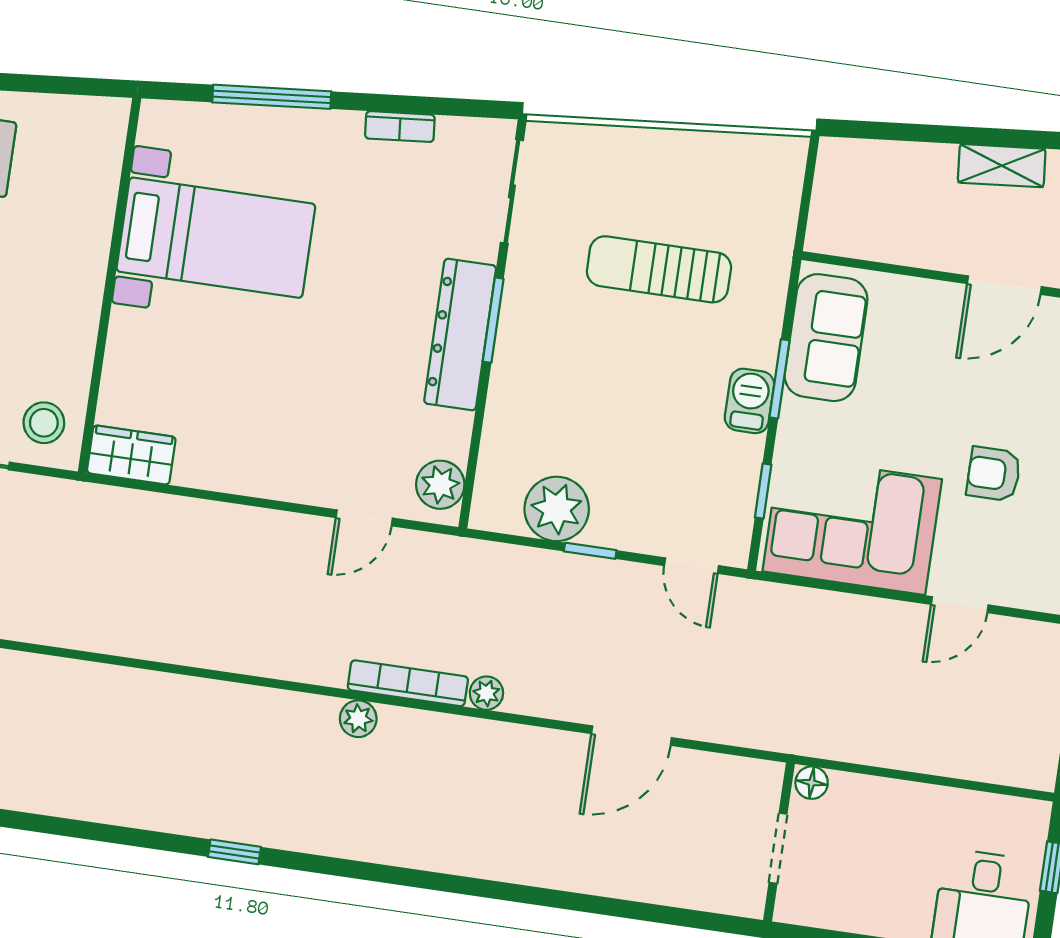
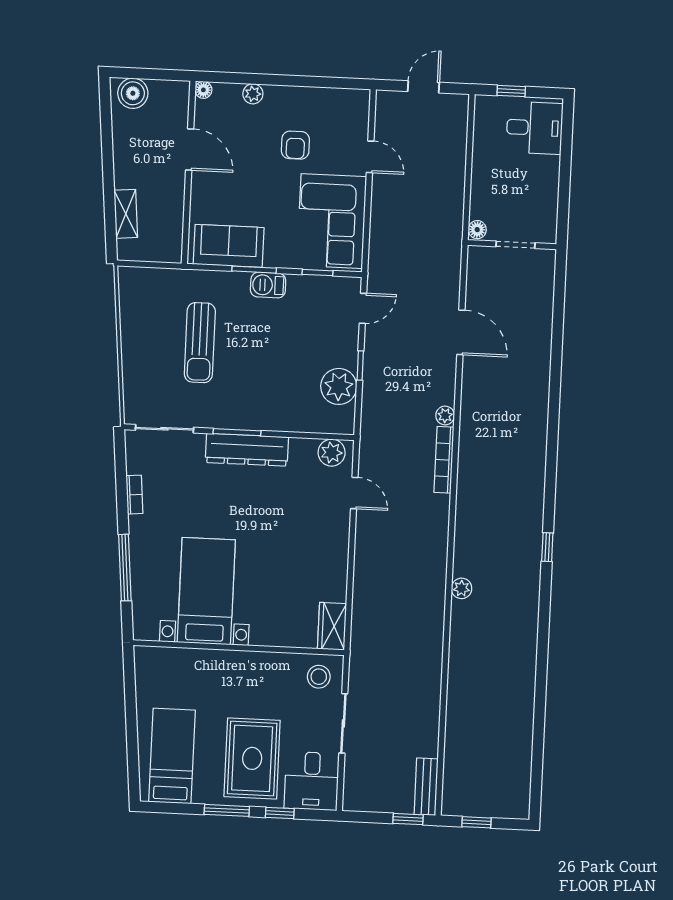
shelving: (1002, 166) -> (126, 214), moved
plant: (358, 719) -> (462, 588), moved

